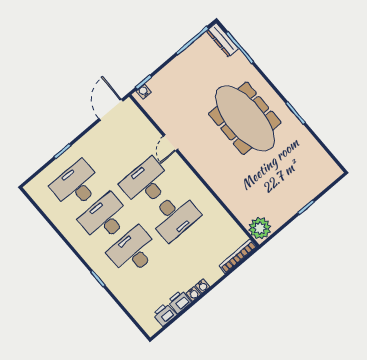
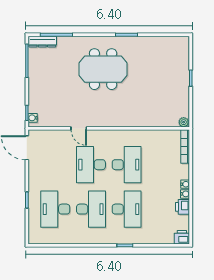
meeting table: (245, 118) -> (103, 69), width x0.73
desk: (105, 218) -> (91, 209), turned 180
plant: (260, 228) -> (184, 122), width x0.53, depth x0.53
desk: (133, 251) -> (127, 209), turned 180
printer: (164, 315) -> (182, 237), moved, turned 90

